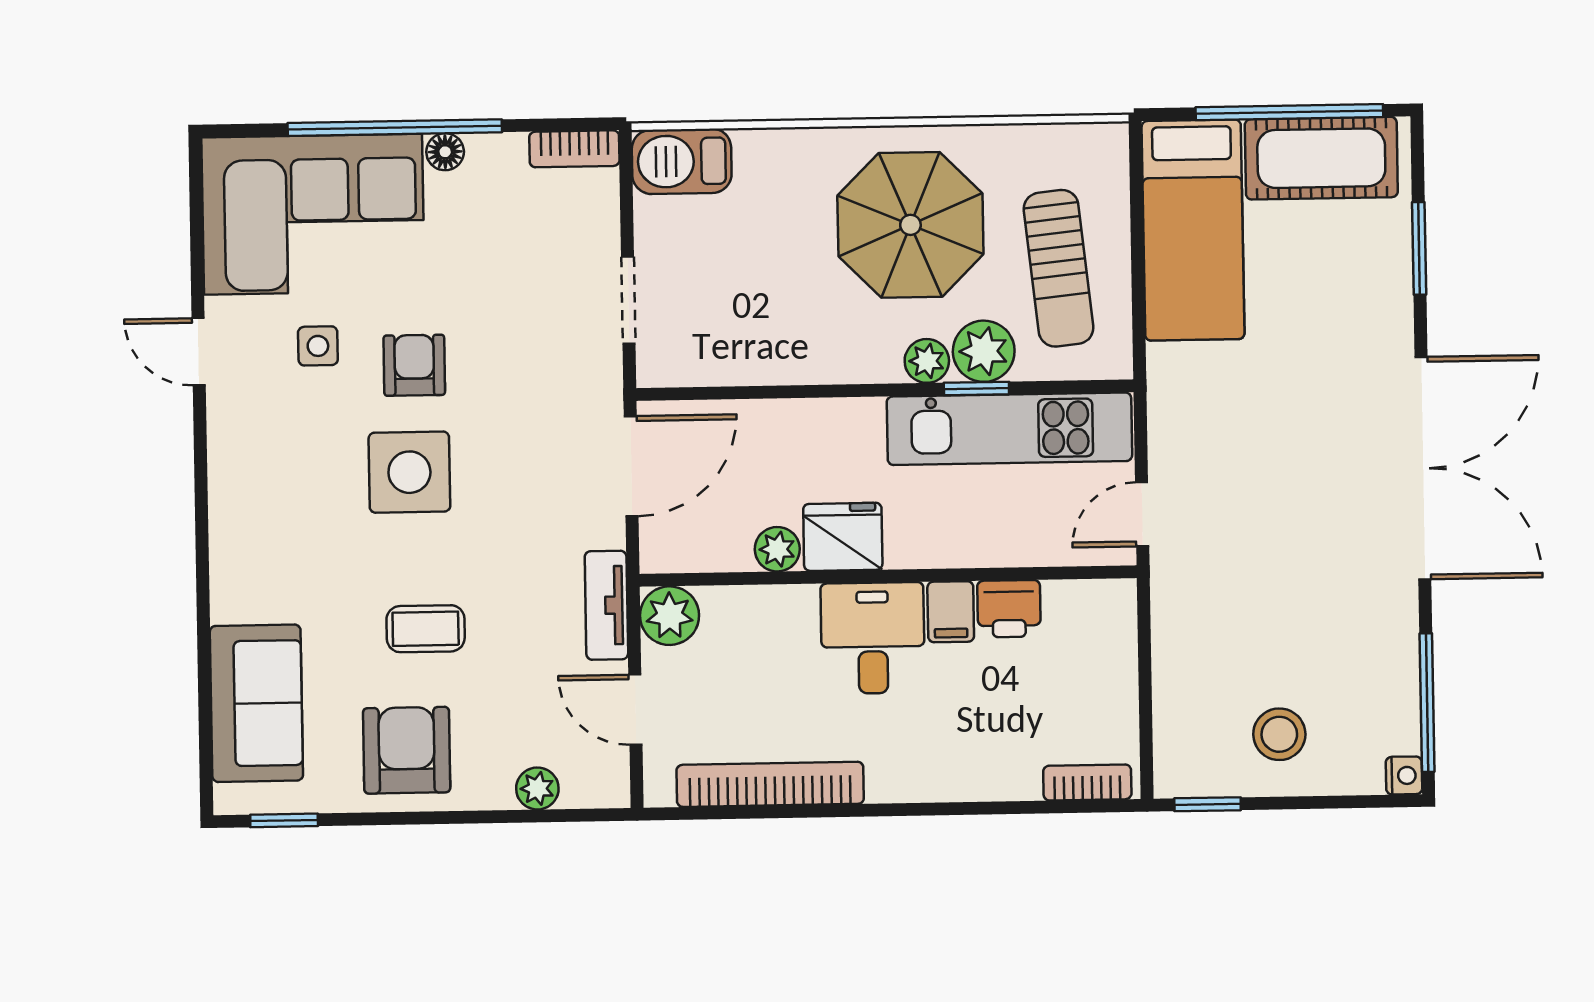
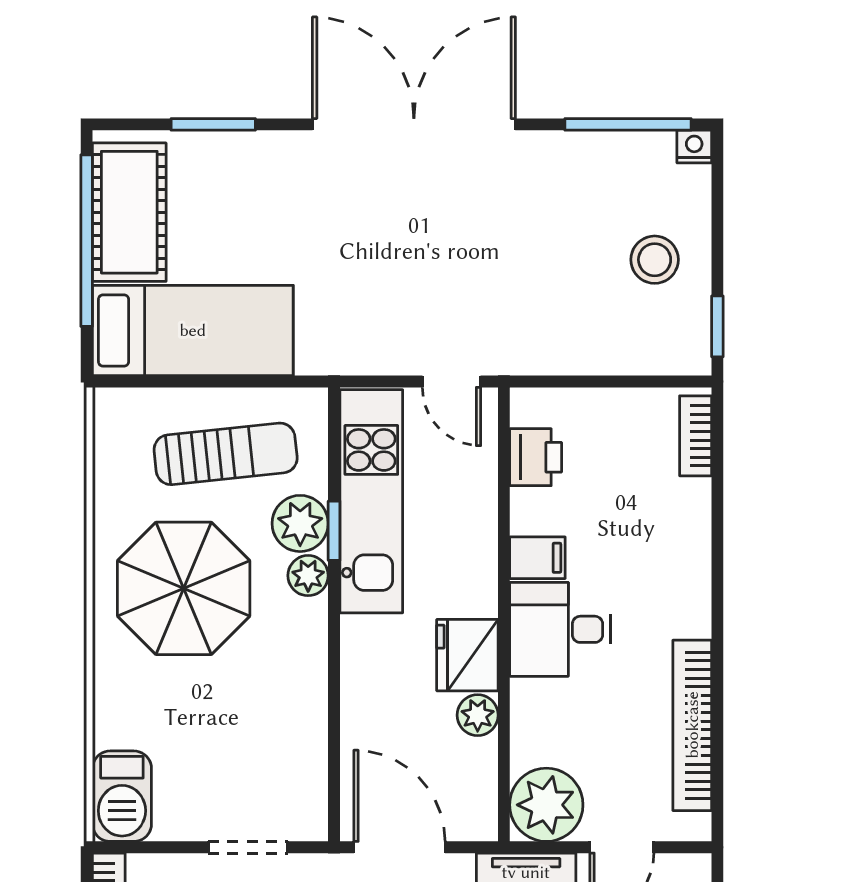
printer: (1009, 609) -> (536, 457), moved
plant: (670, 616) -> (546, 805), width x1.36, depth x1.36

